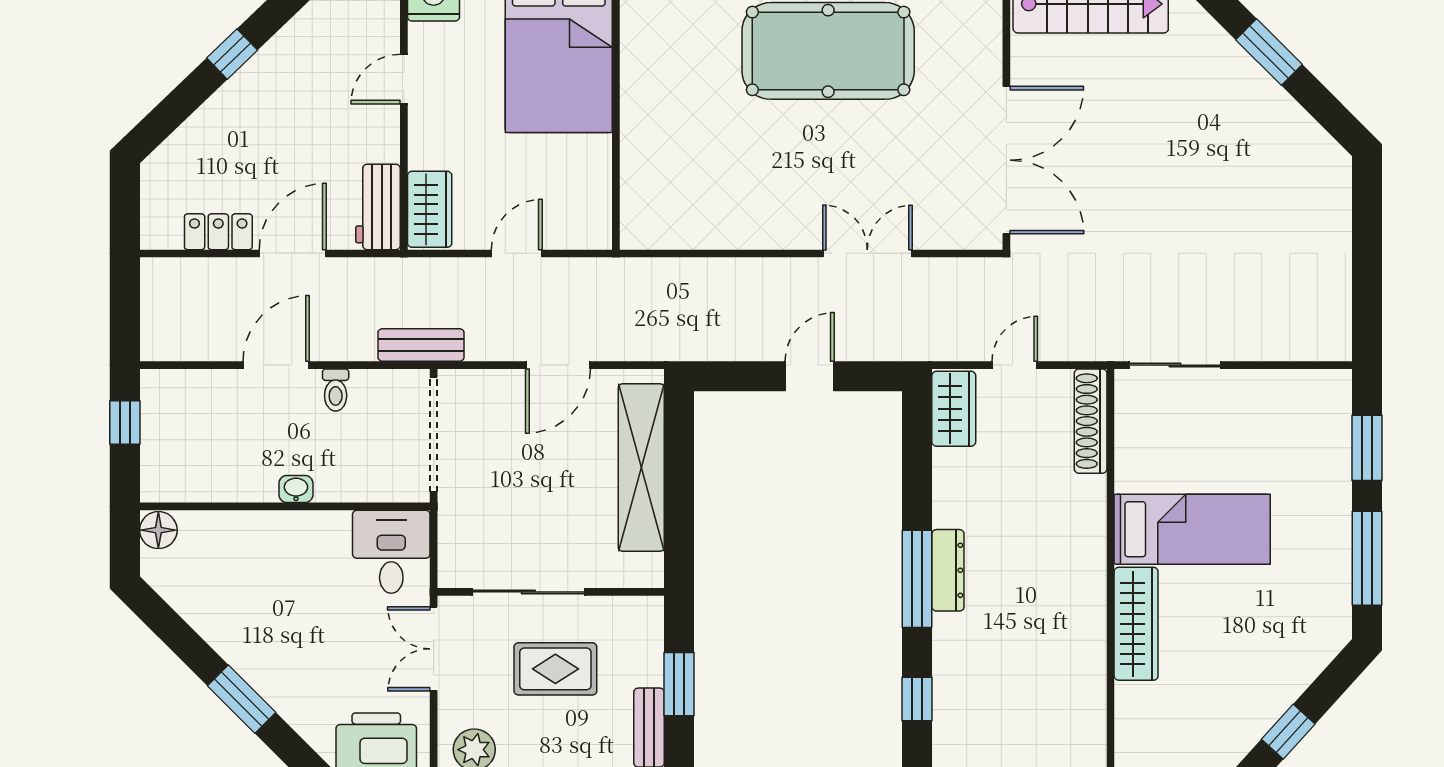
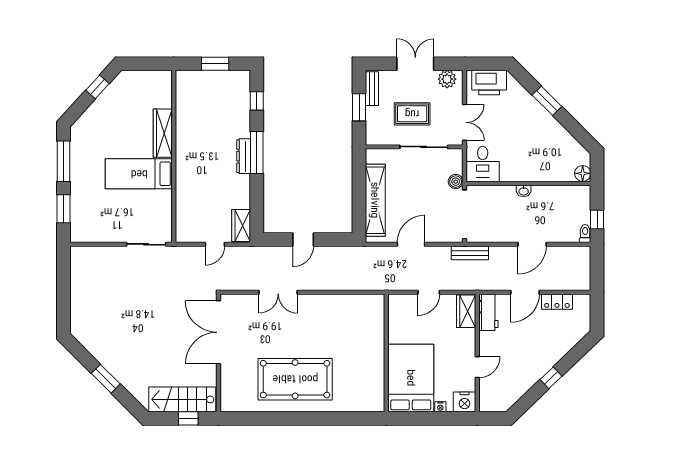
toilet: (336, 390) -> (585, 234), moved
shoe rack: (1091, 421) -> (182, 220), removed
boiler: (454, 511) -> (456, 182), added

